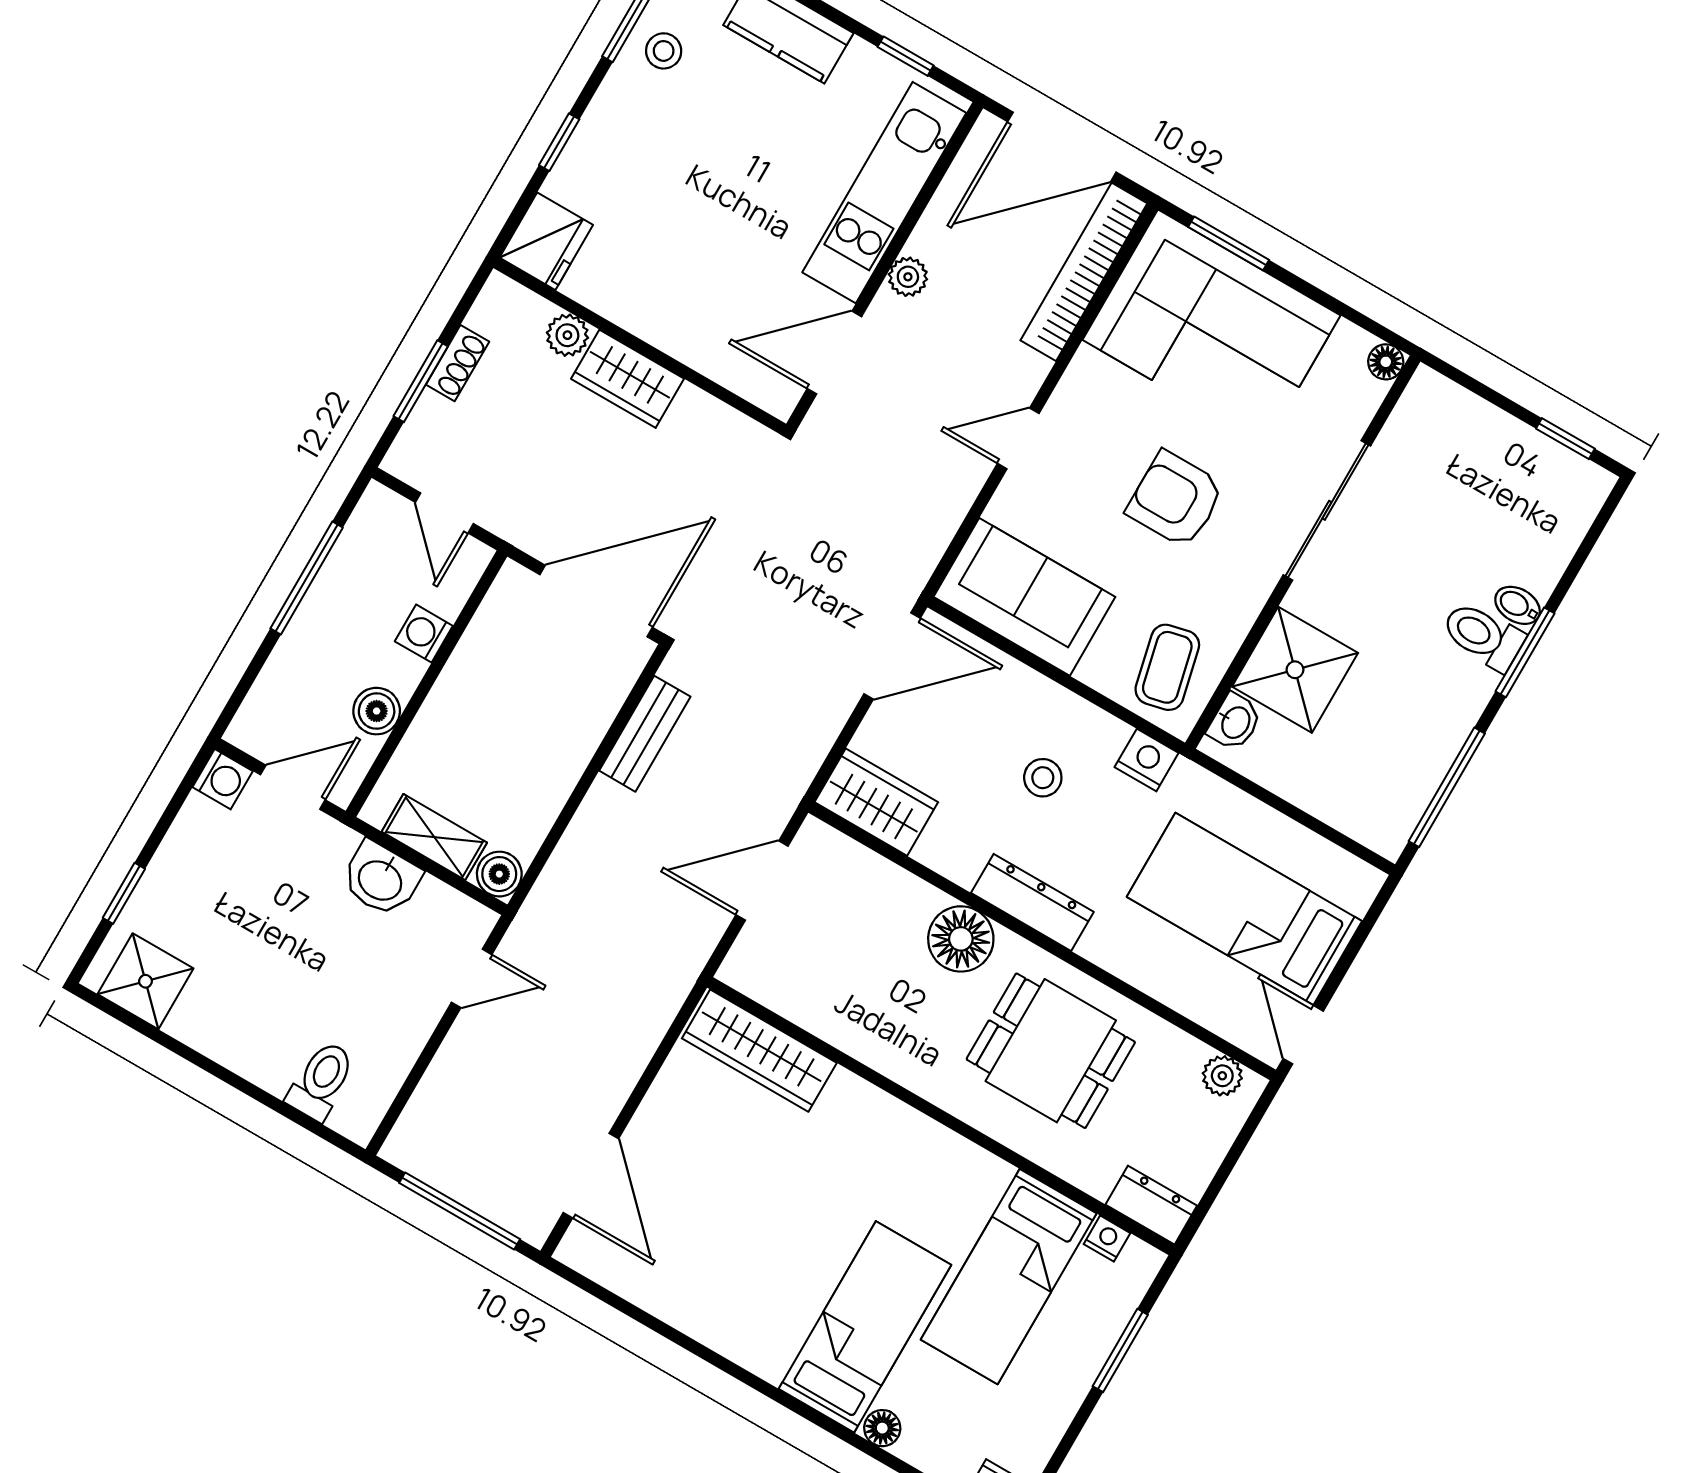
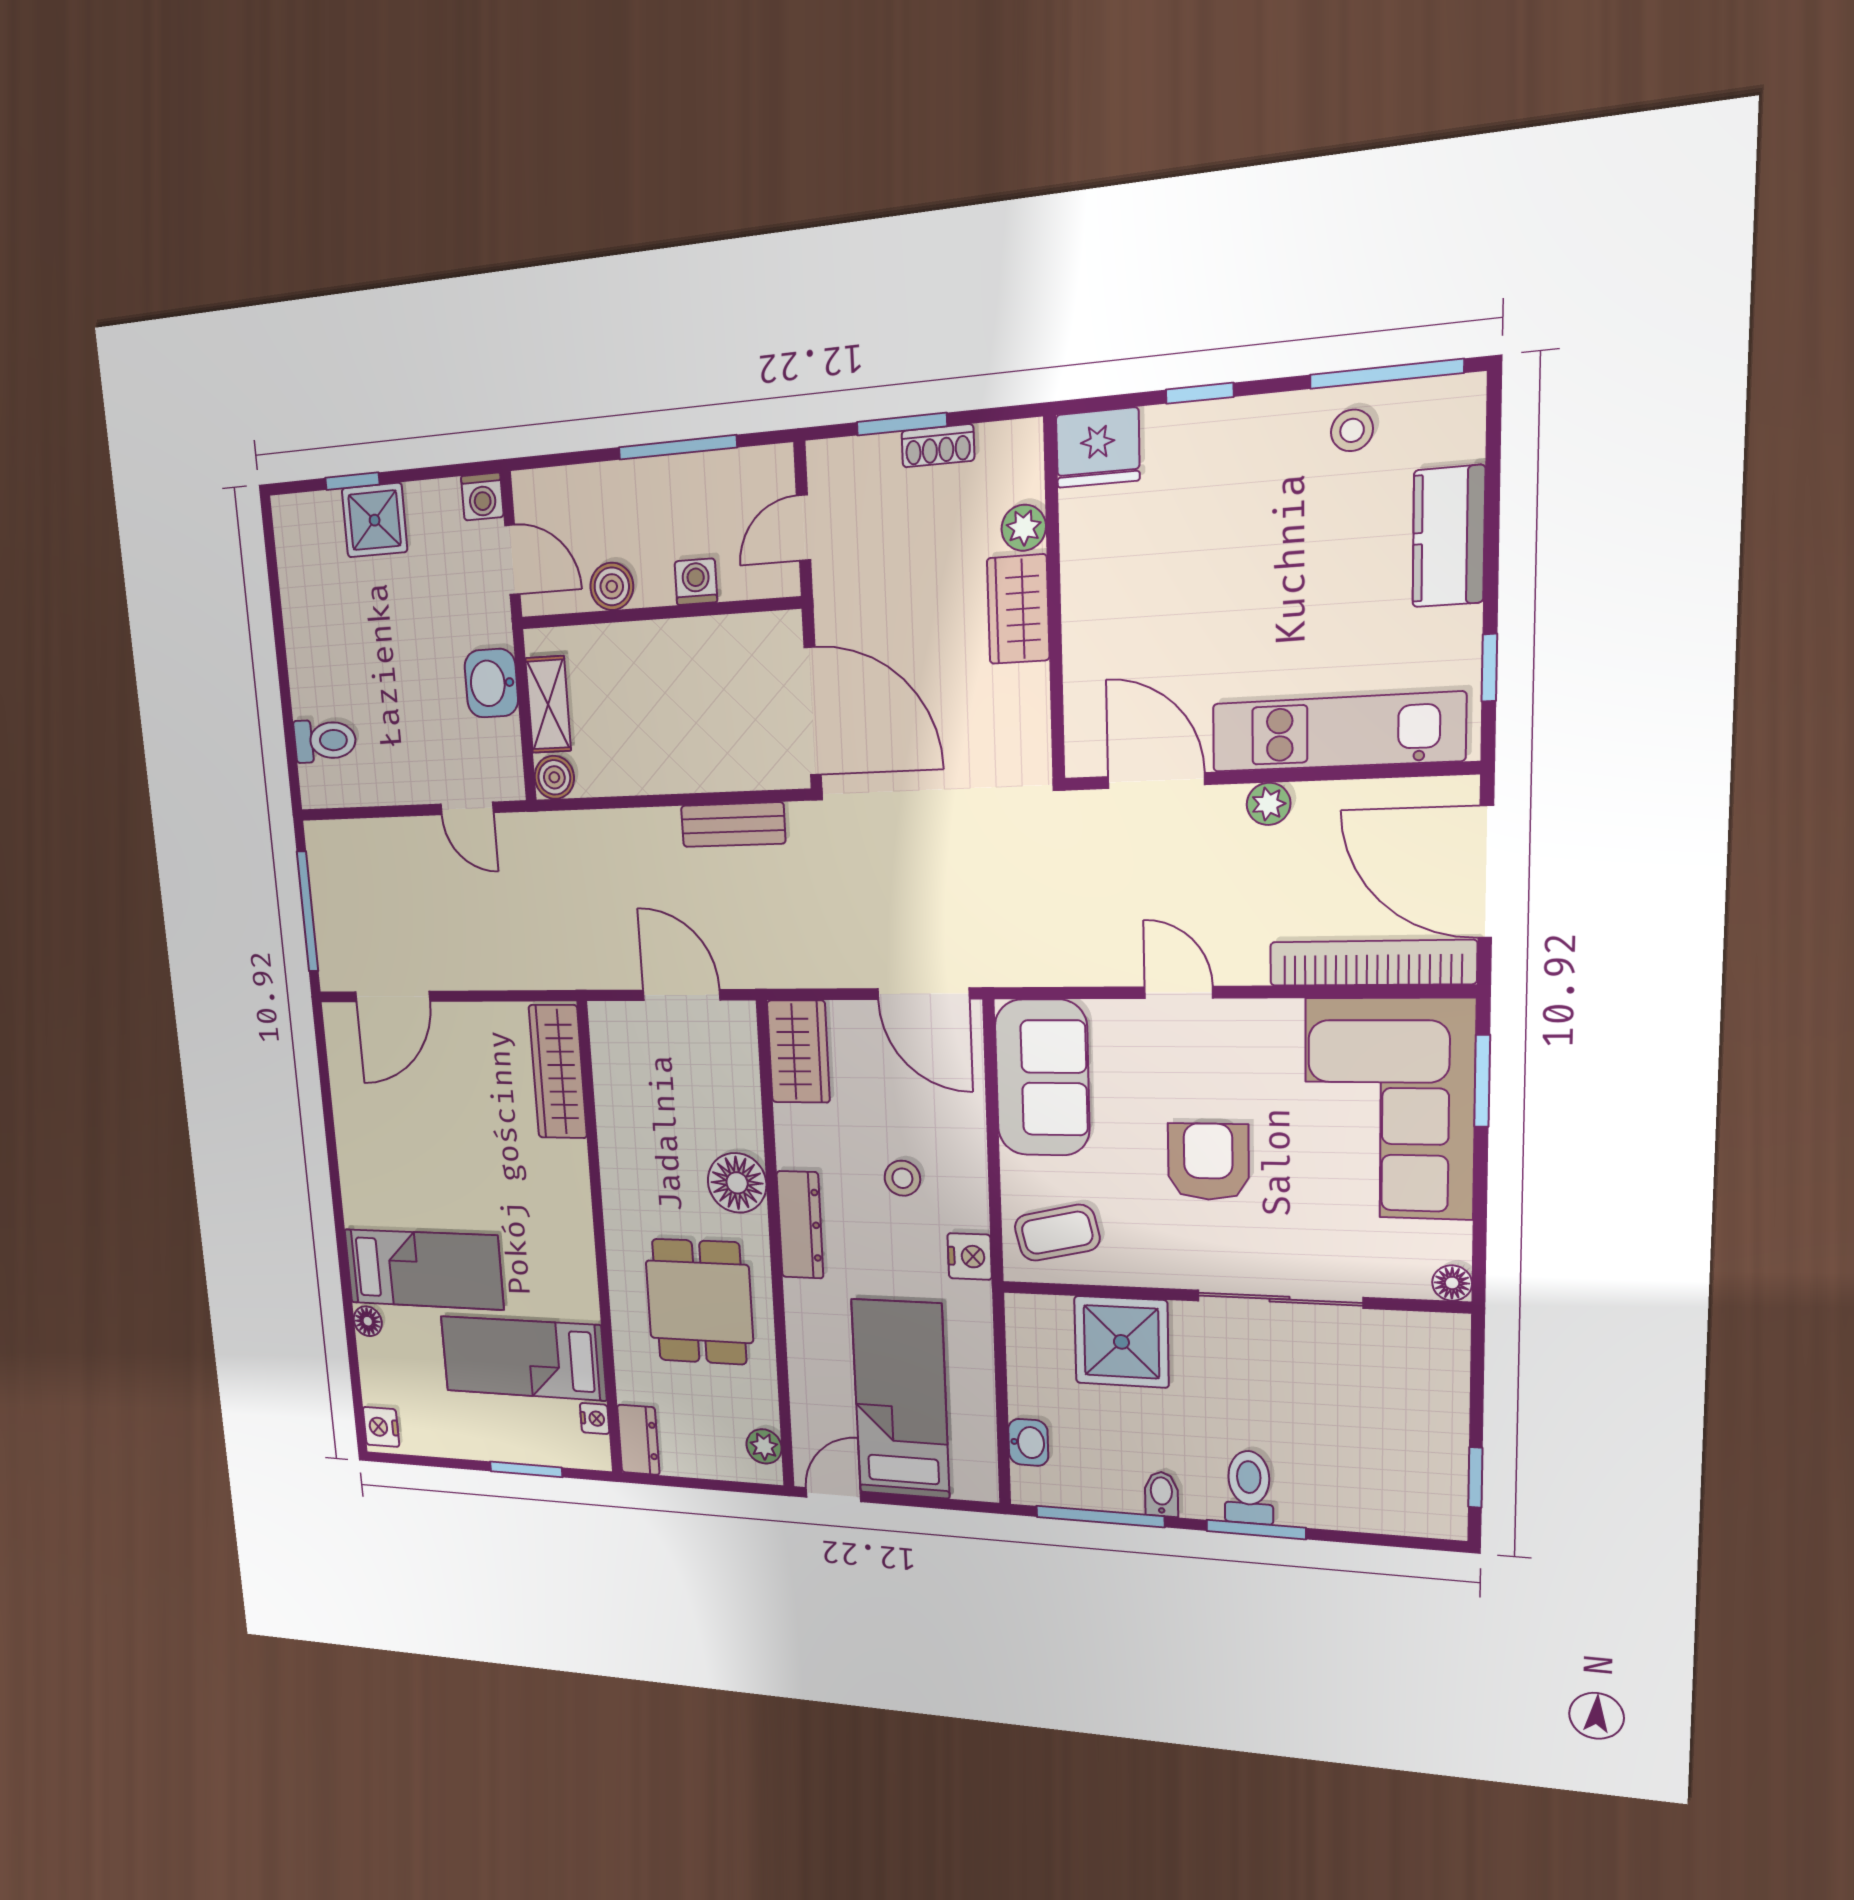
bidet: (1518, 605) -> (1161, 1494), moved
washbasin: (1235, 722) -> (1028, 1442), moved, turned -90
shower: (145, 981) -> (375, 520), moved

